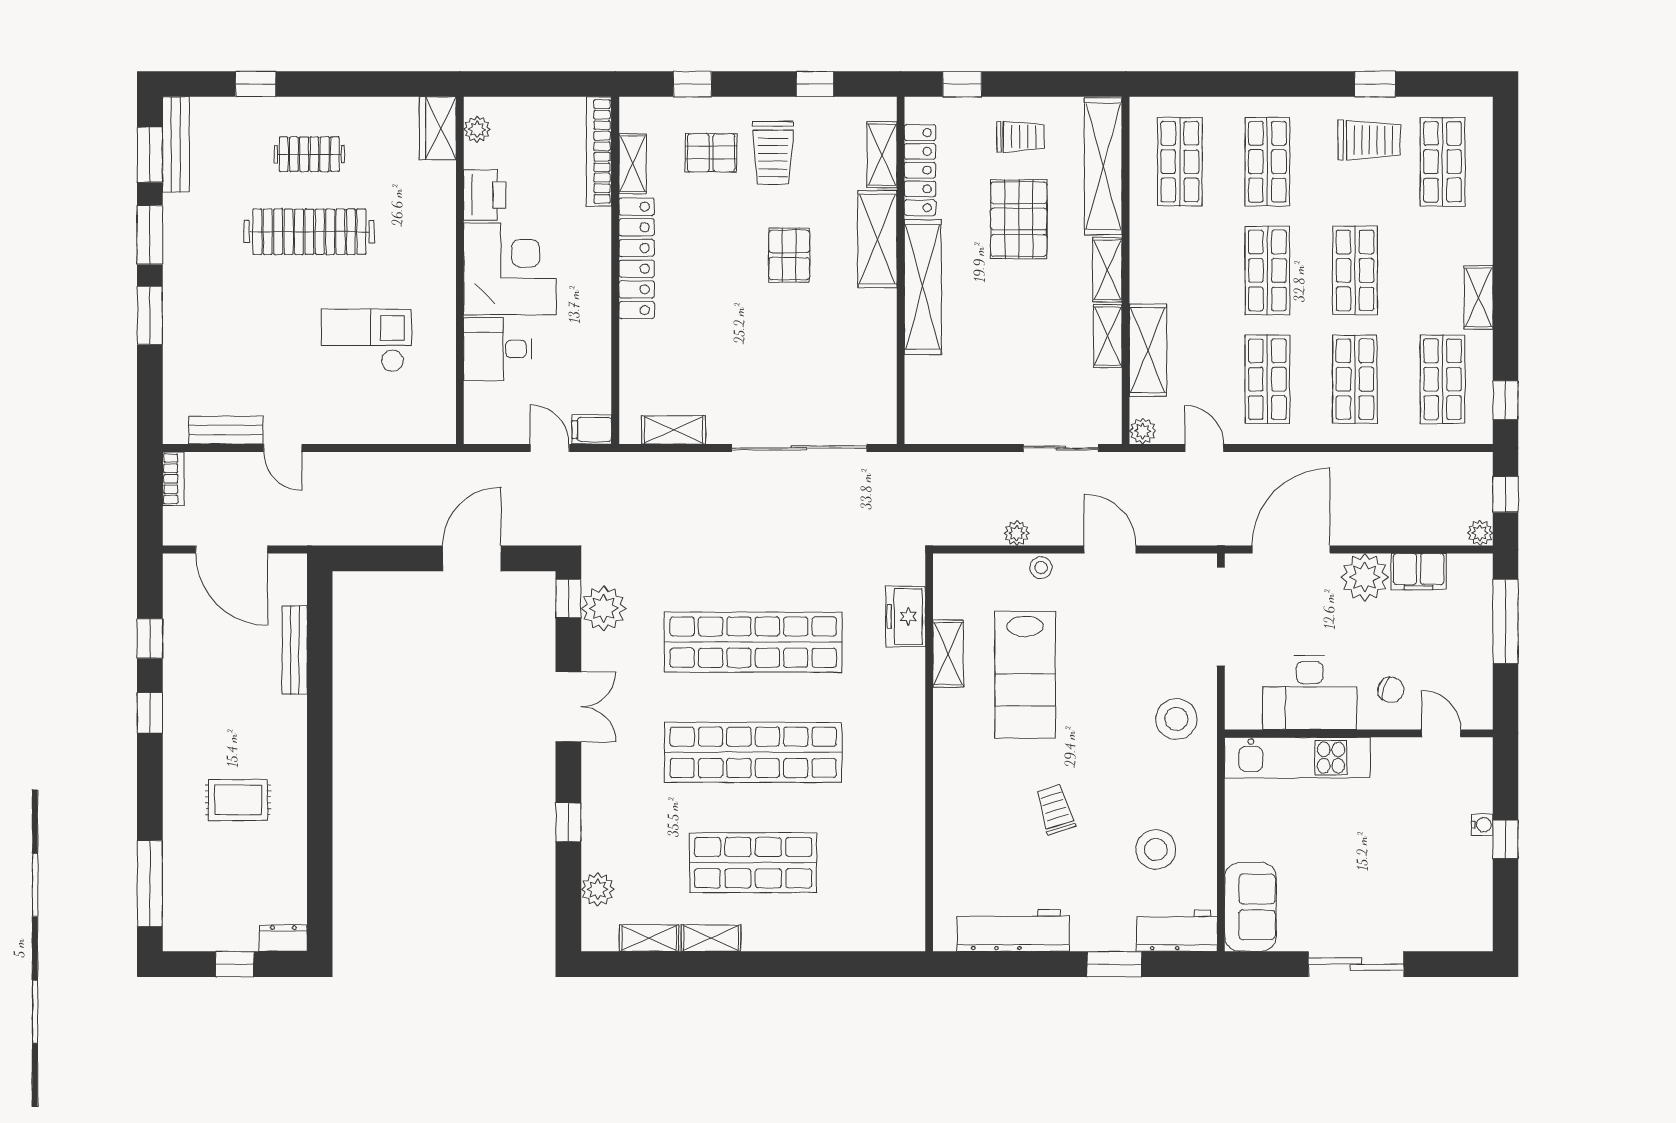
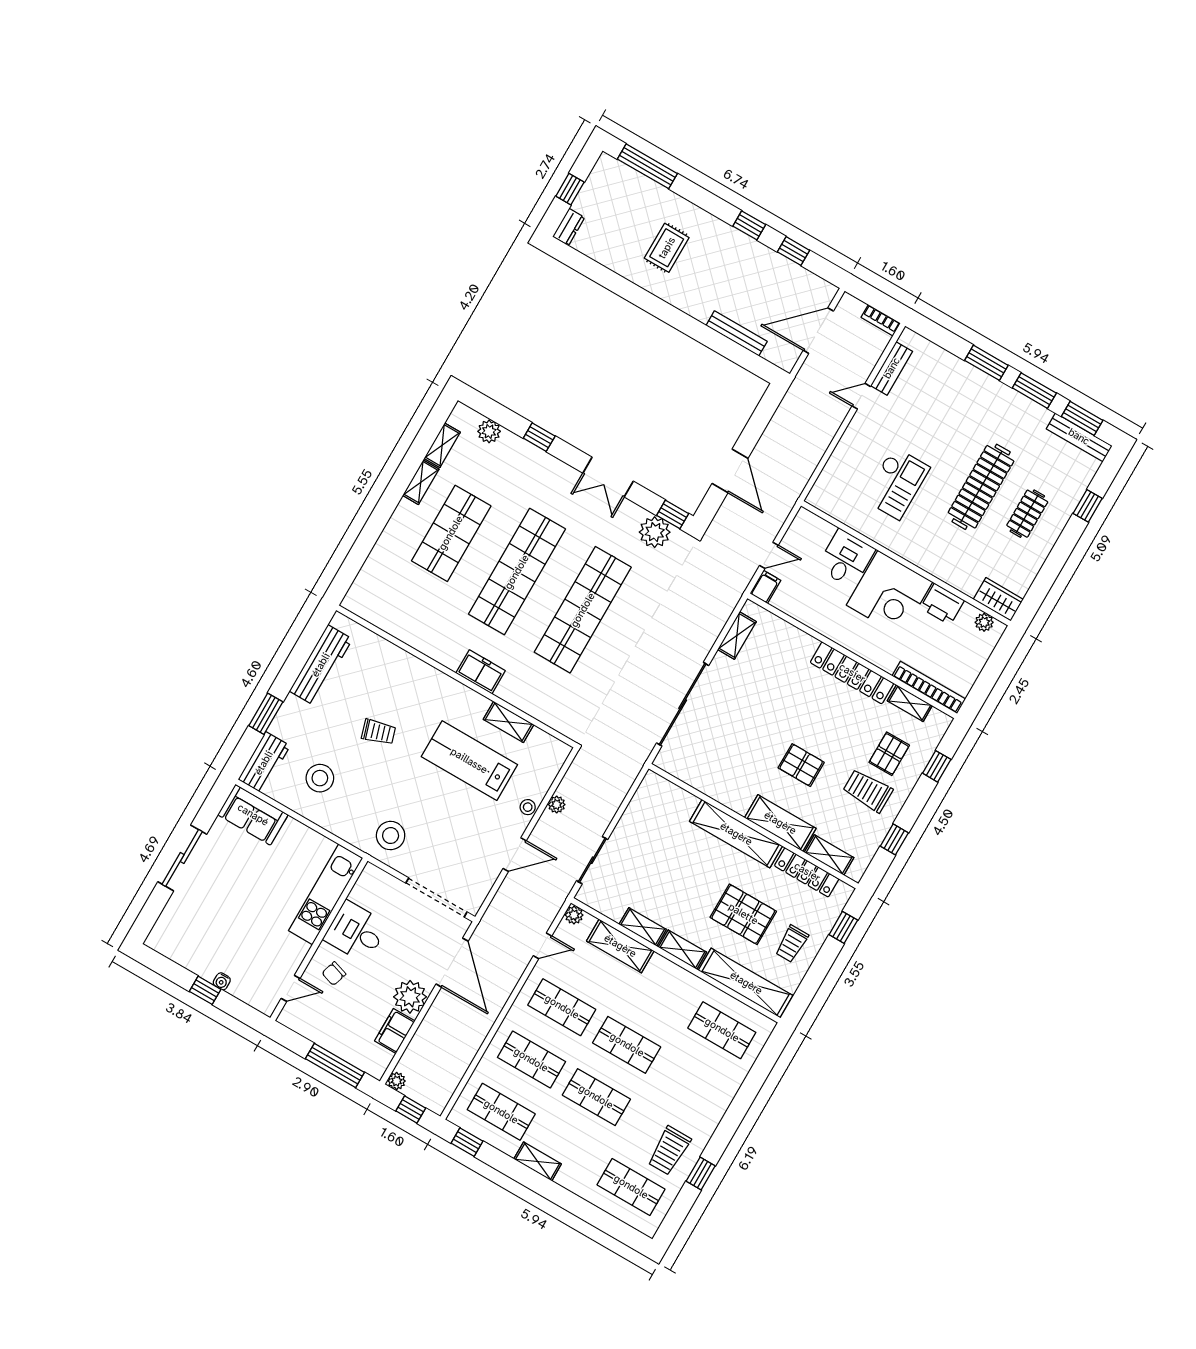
shop shelf: (1267, 162) -> (692, 1082), removed
freezer: (906, 616) -> (481, 672), moved
desk: (1310, 693) -> (356, 932), width x0.73

